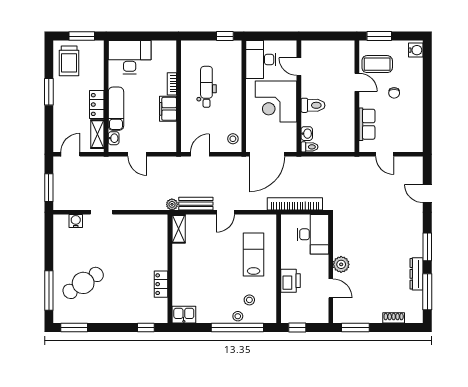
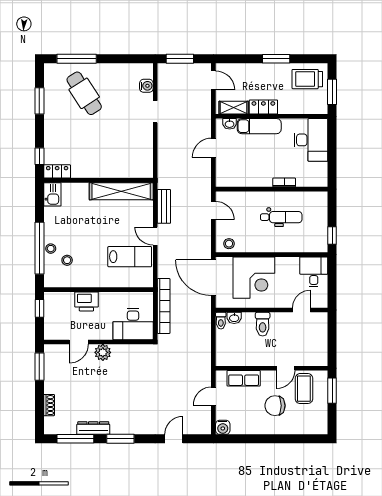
water cooler: (416, 50) -> (223, 427), moved
desk: (261, 60) -> (314, 272), width x0.73
chair: (394, 93) -> (275, 406), width x1.87, depth x1.87
corner desk: (276, 101) -> (254, 278), moved, turned 180
filing cabinet: (168, 109) -> (259, 178), removed
plant: (172, 204) -> (163, 182), removed
shelving: (179, 229) -> (121, 191), width x2.20, depth x1.33
lab bench: (254, 255) -> (130, 257), moved
locker: (161, 284) -> (57, 171), moved
window: (74, 327) -> (39, 101), moved

